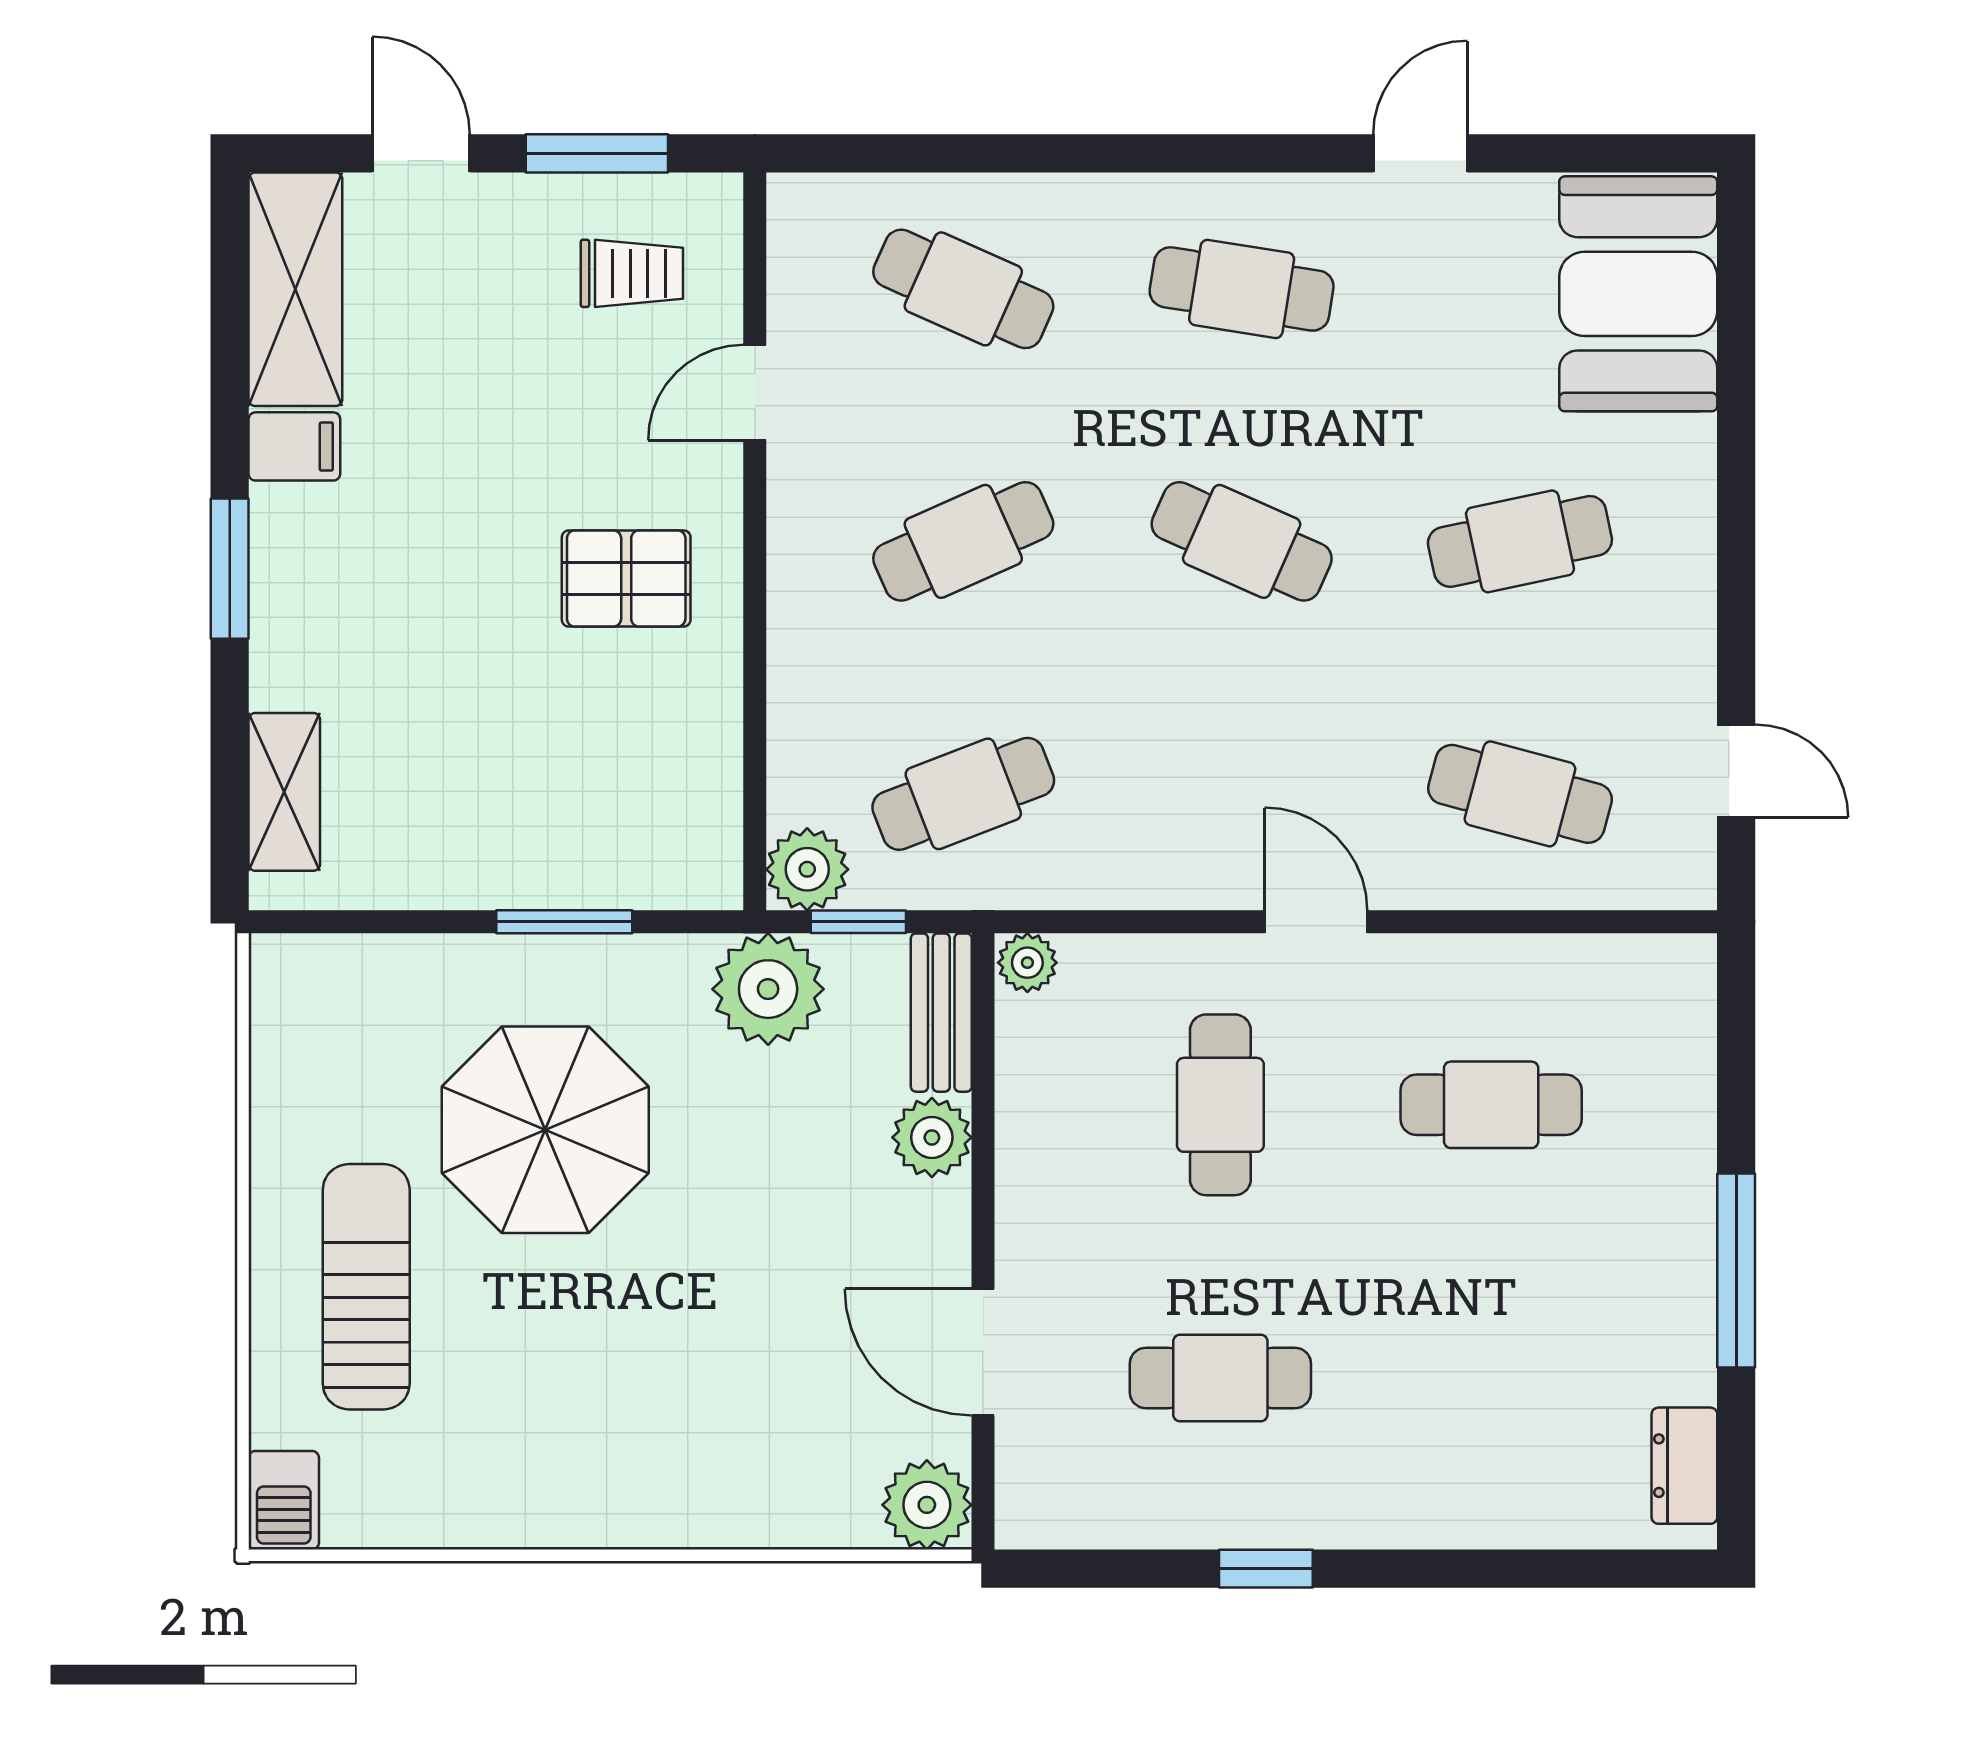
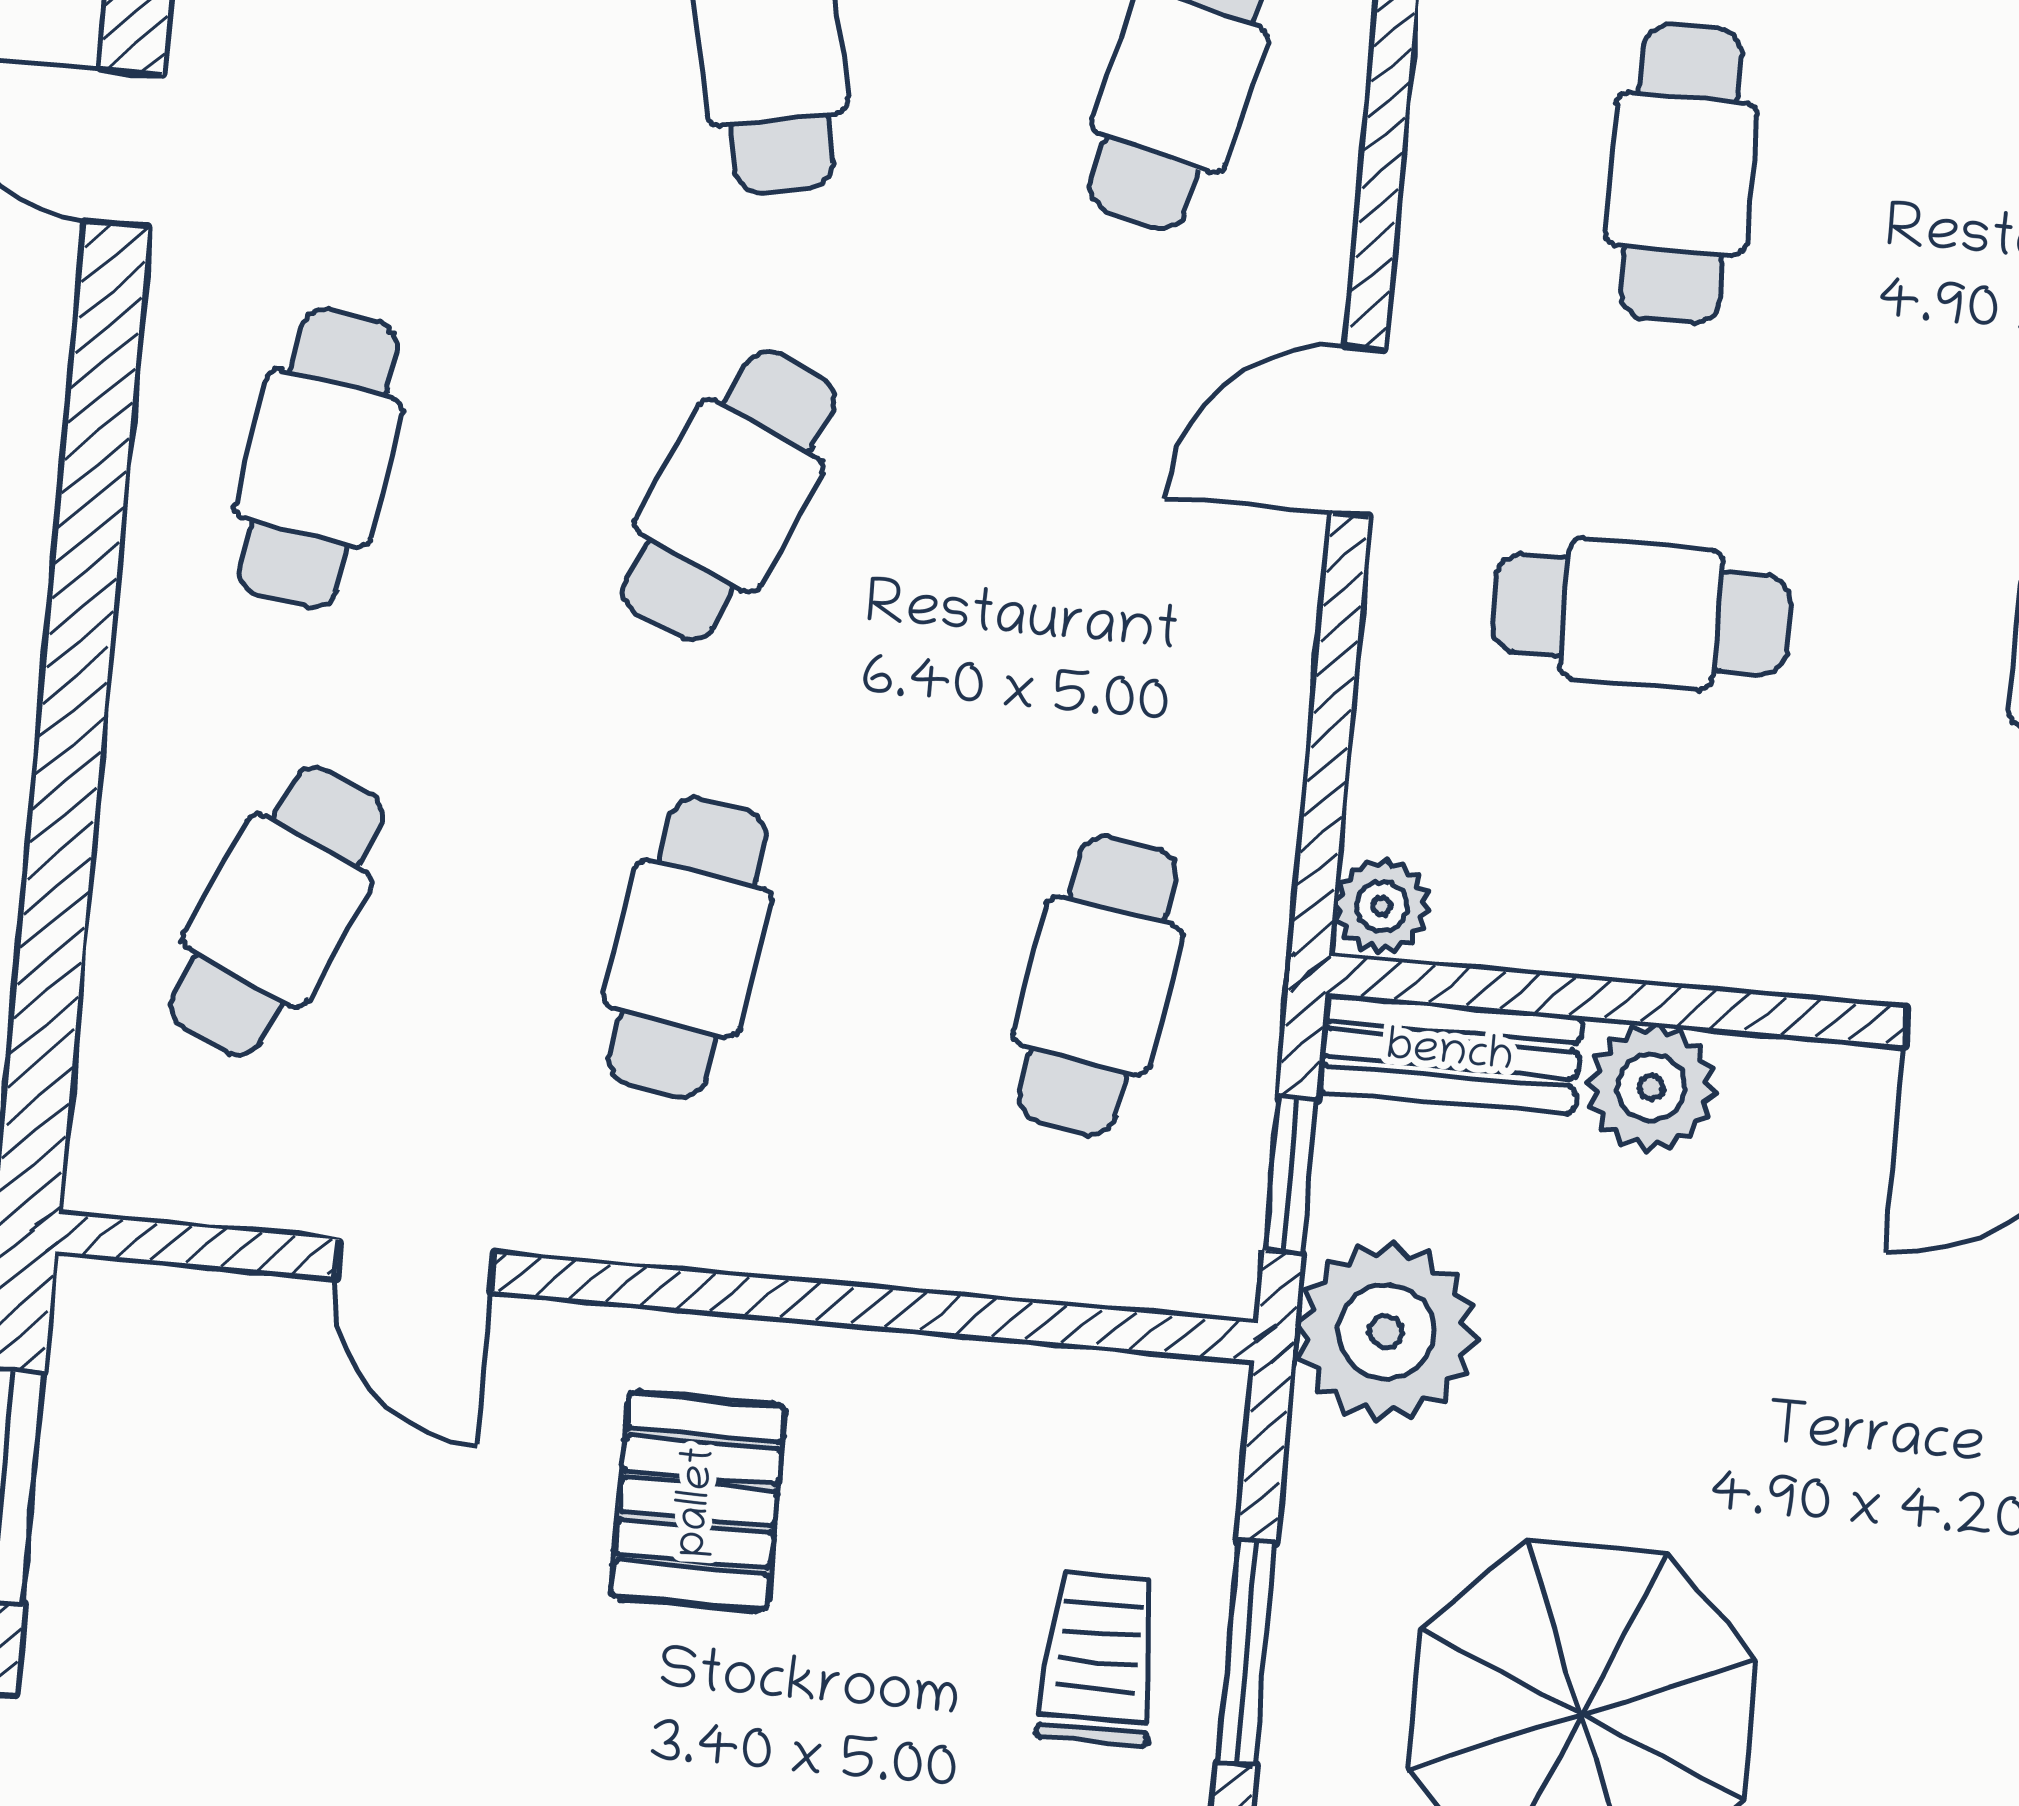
trolley: (632, 273) -> (1099, 1659), moved
cafe table: (963, 541) -> (687, 948), turned 33
cafe table: (963, 794) -> (1098, 986), turned 30
plant: (807, 869) -> (1197, 1250), removed

